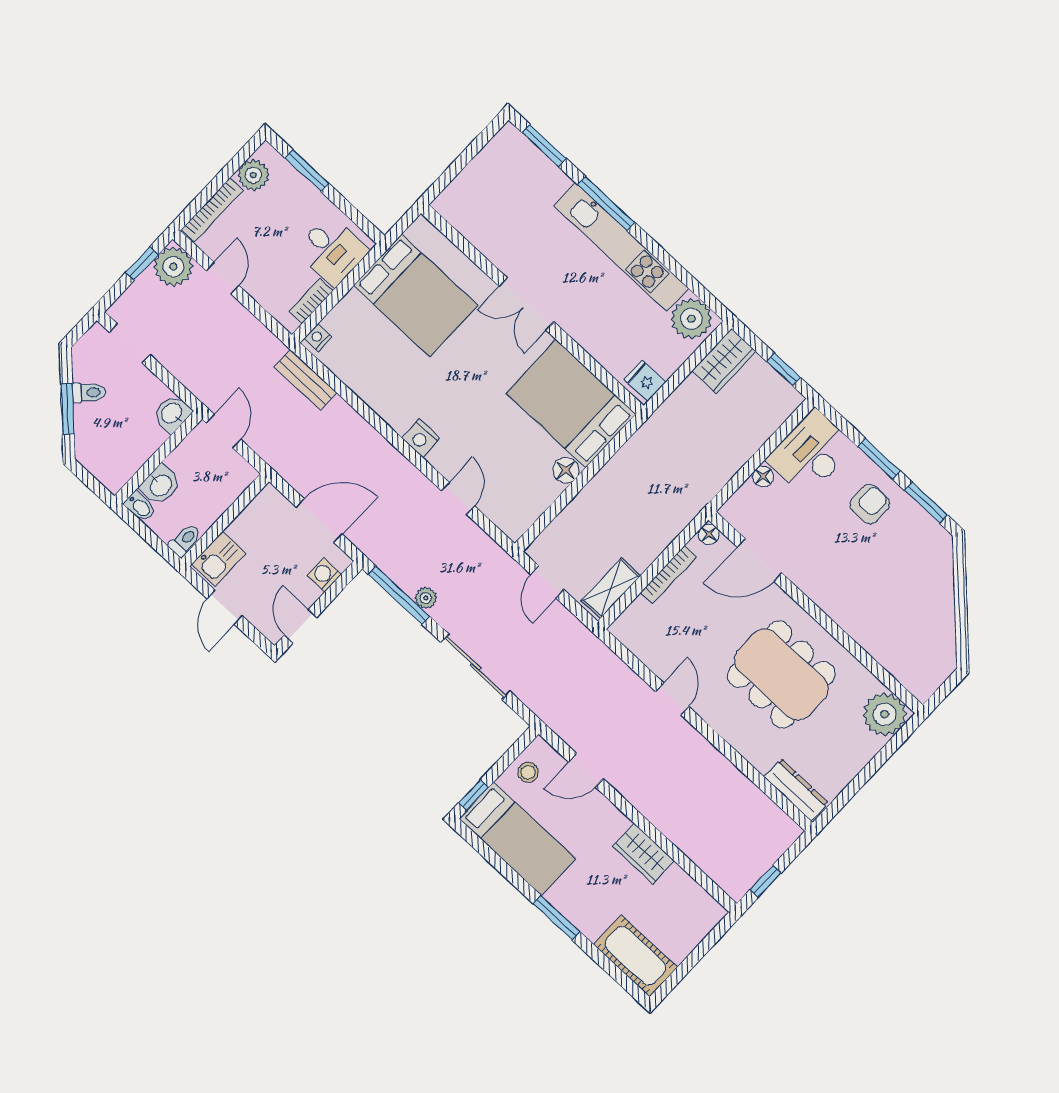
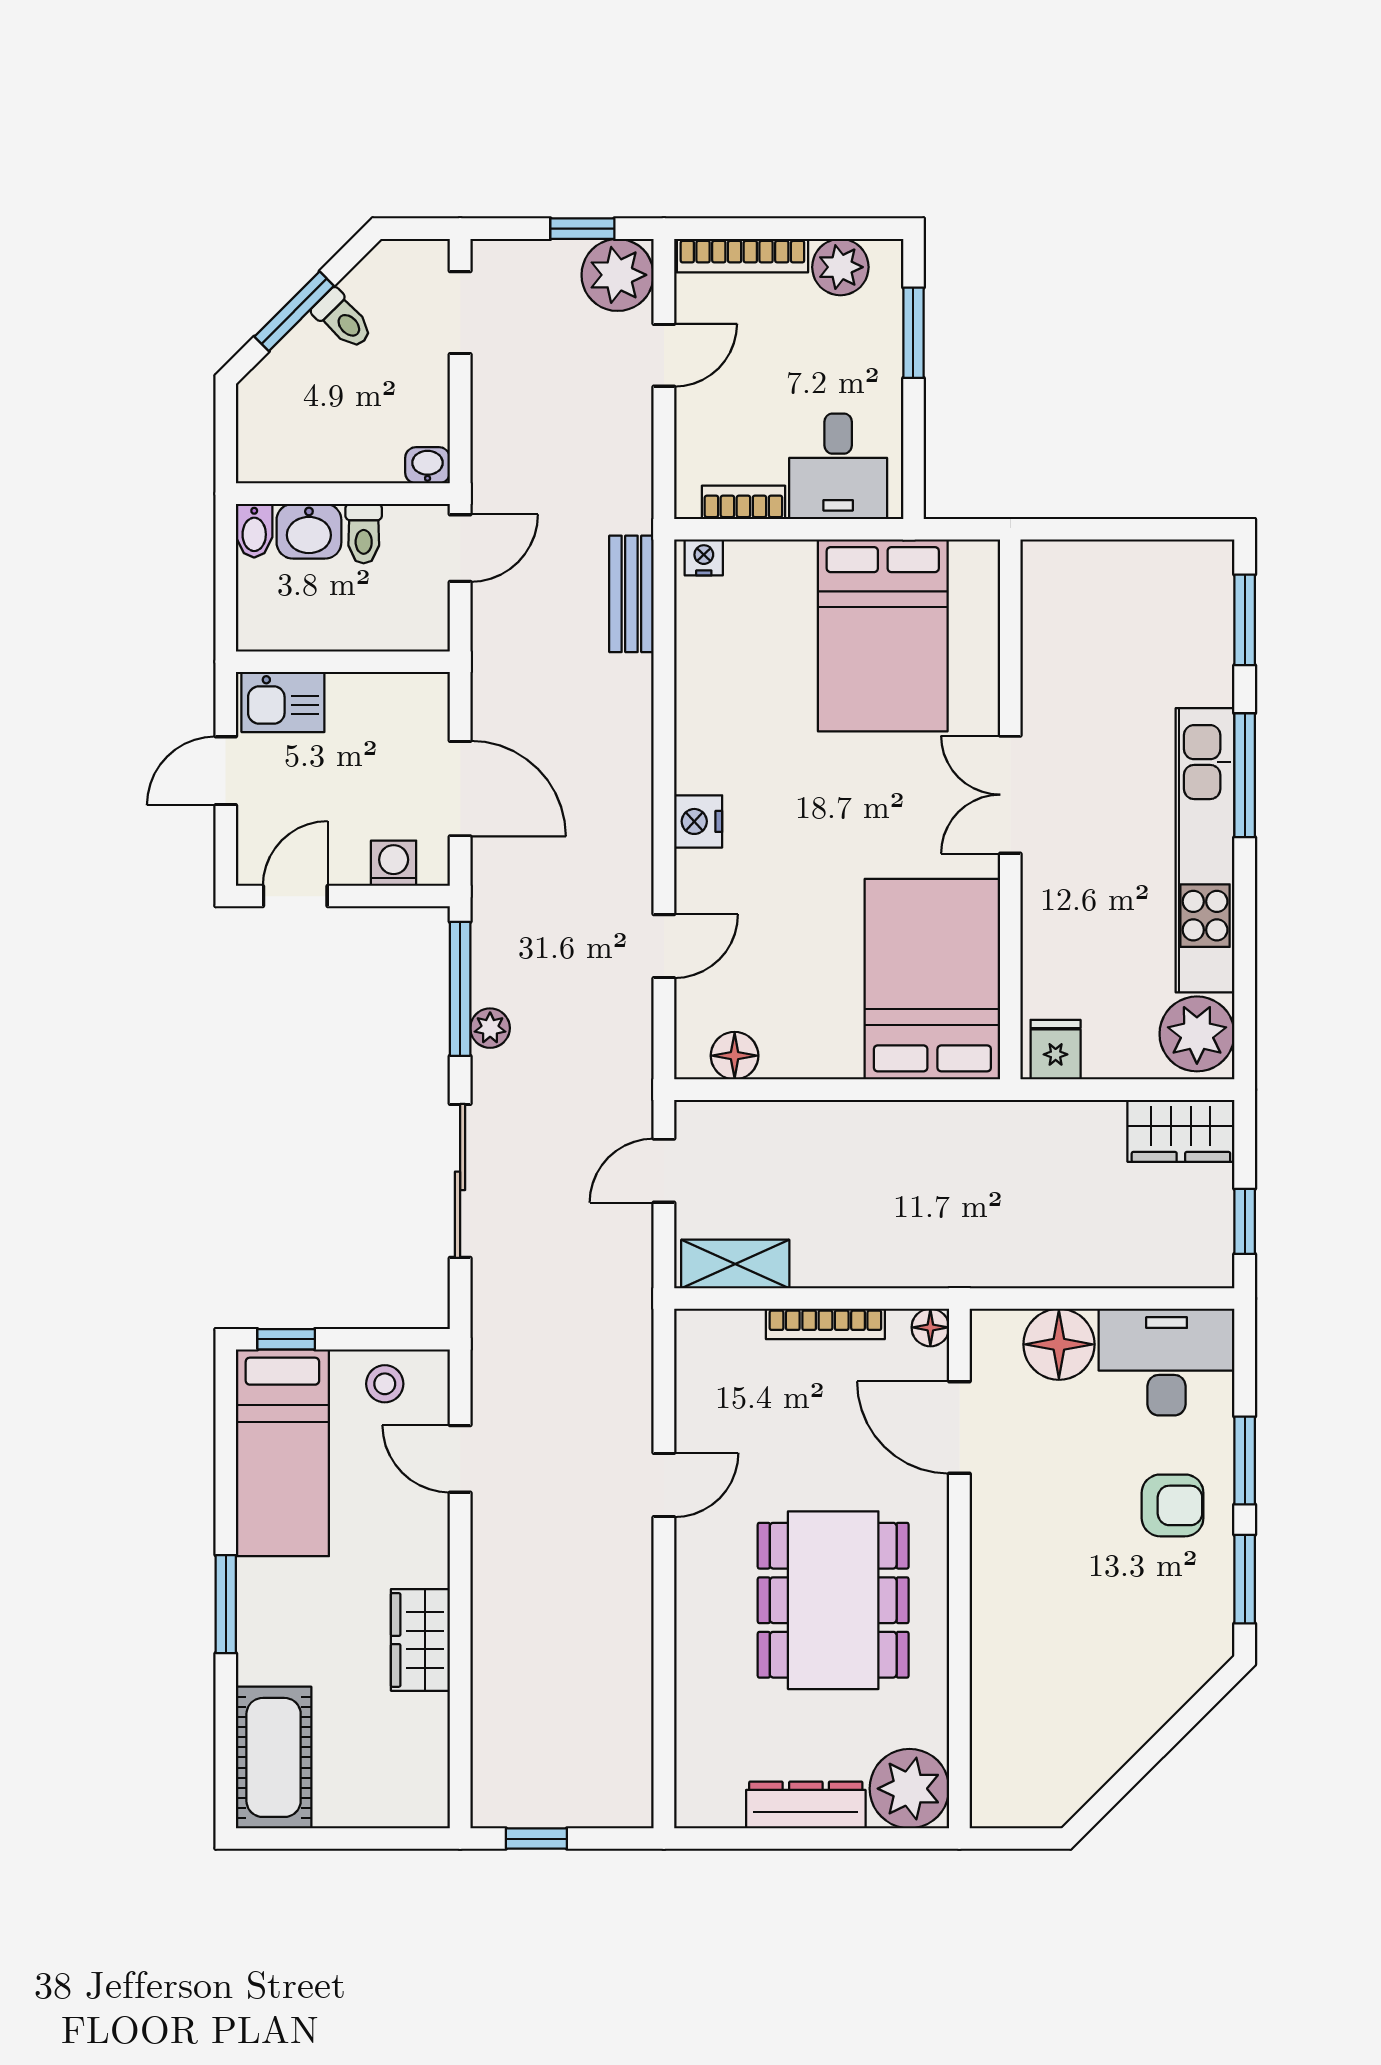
washbasin: (172, 414) -> (428, 465), width x0.72, depth x0.69
floor lamp: (566, 470) -> (735, 1056), moved
floor lamp: (763, 476) -> (1059, 1344), width x1.89, depth x1.89
toilet: (185, 540) -> (364, 534), moved, turned 90
dresser: (796, 790) -> (806, 1805), moved, turned -90

